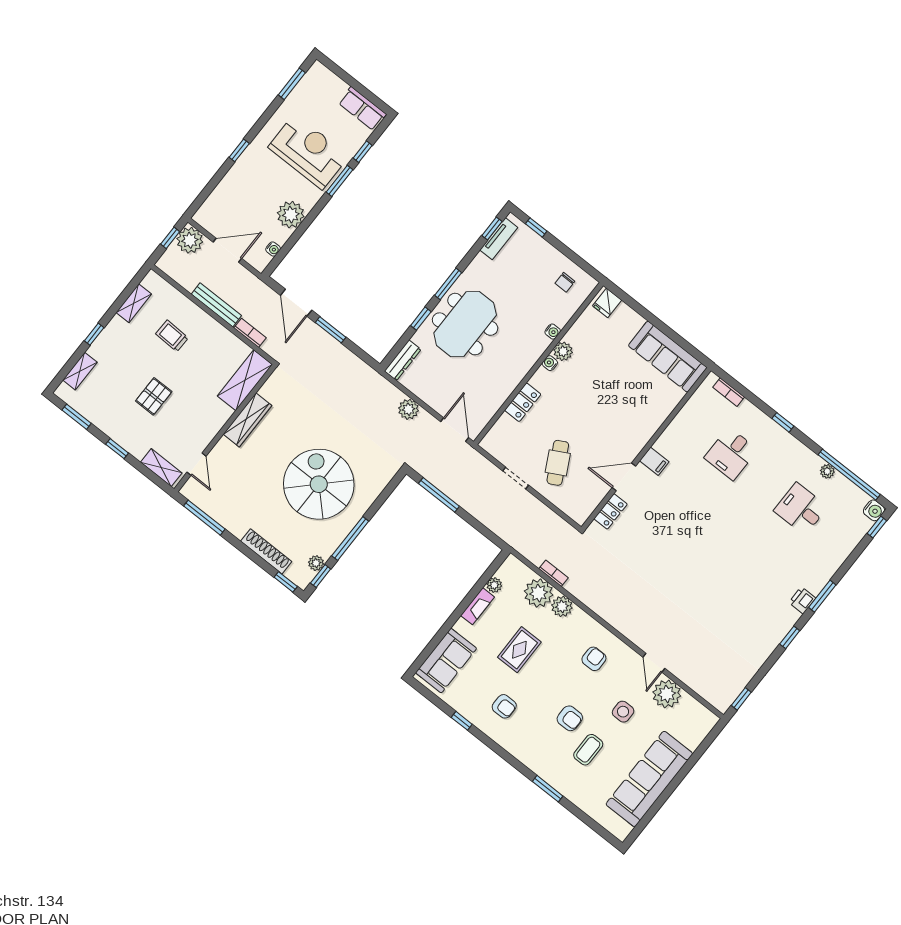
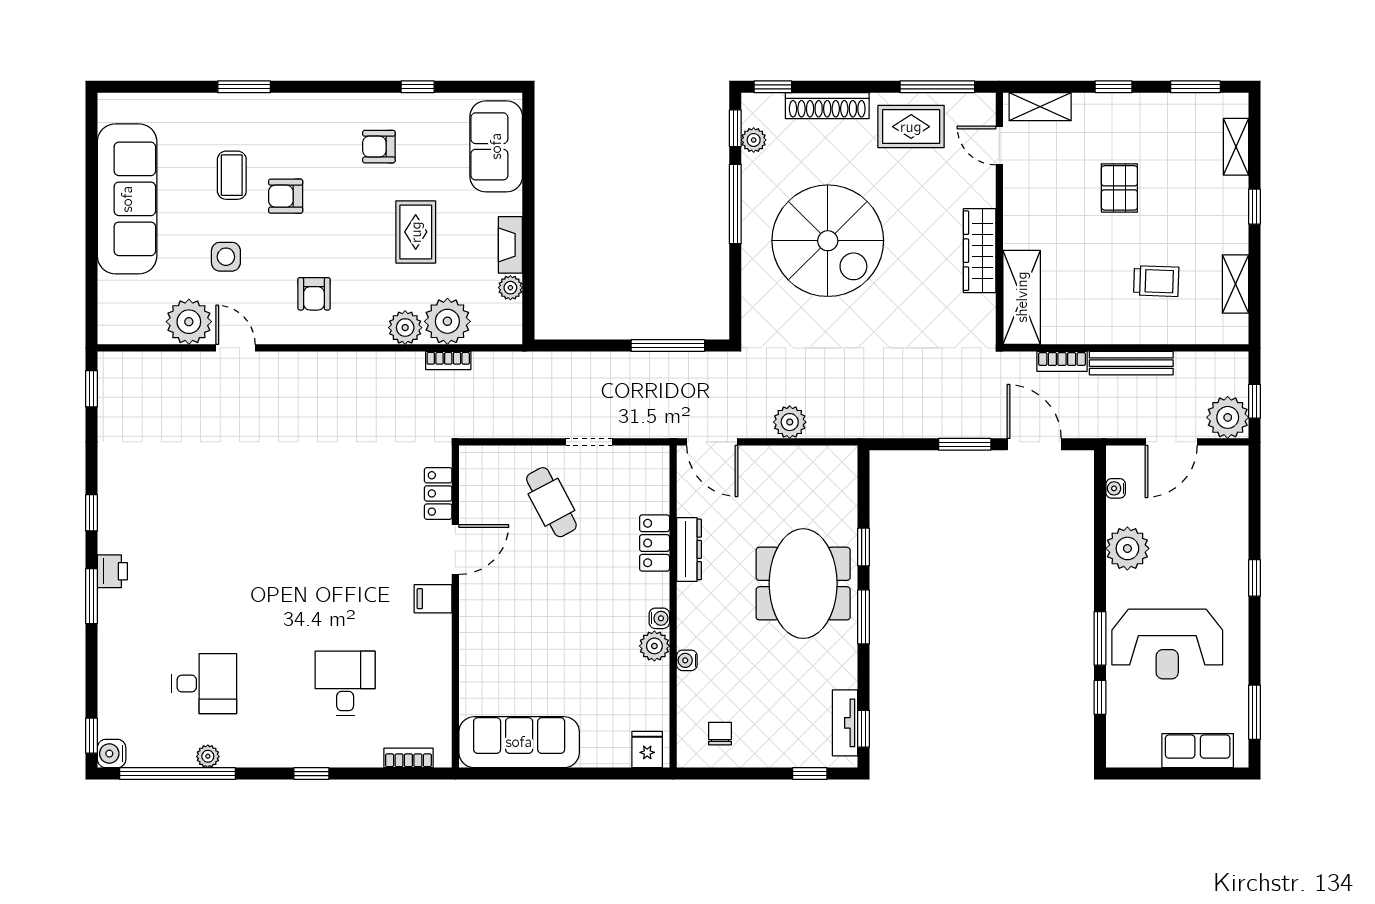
row of seats: (362, 109) -> (1198, 751), moved
dresser: (403, 360) -> (689, 549), moved, turned 180
rug: (233, 508) -> (911, 127), added

